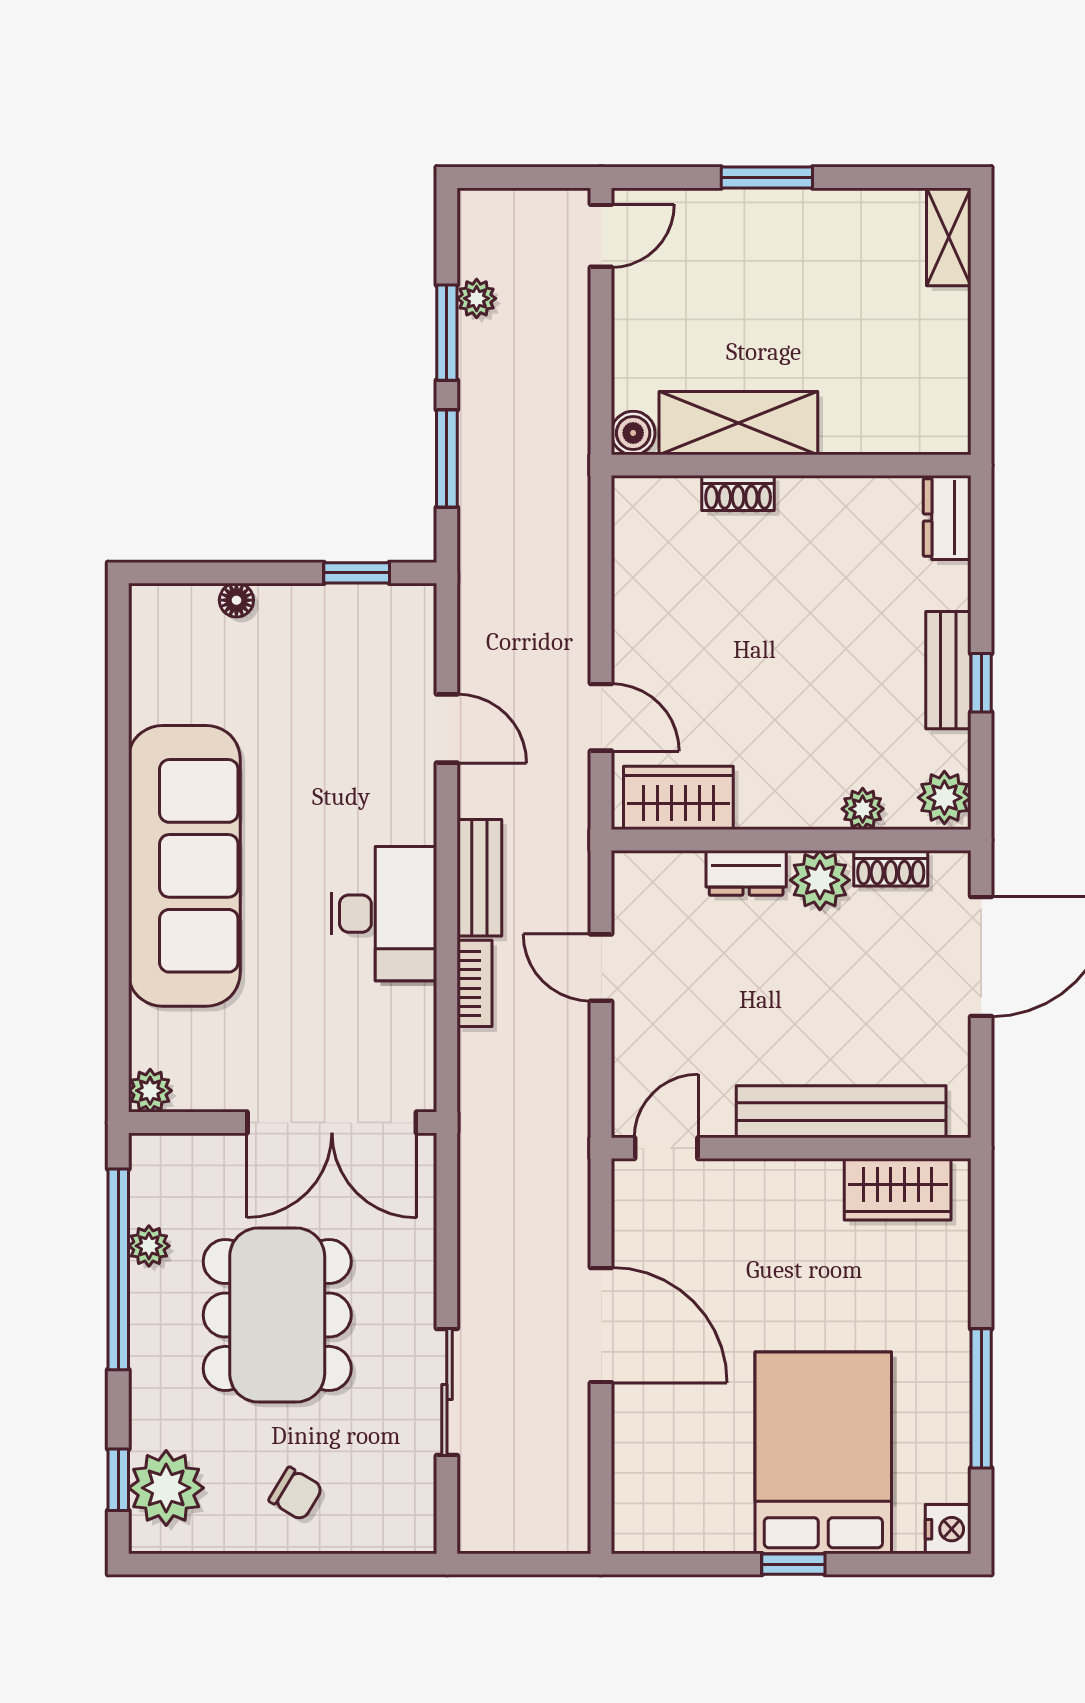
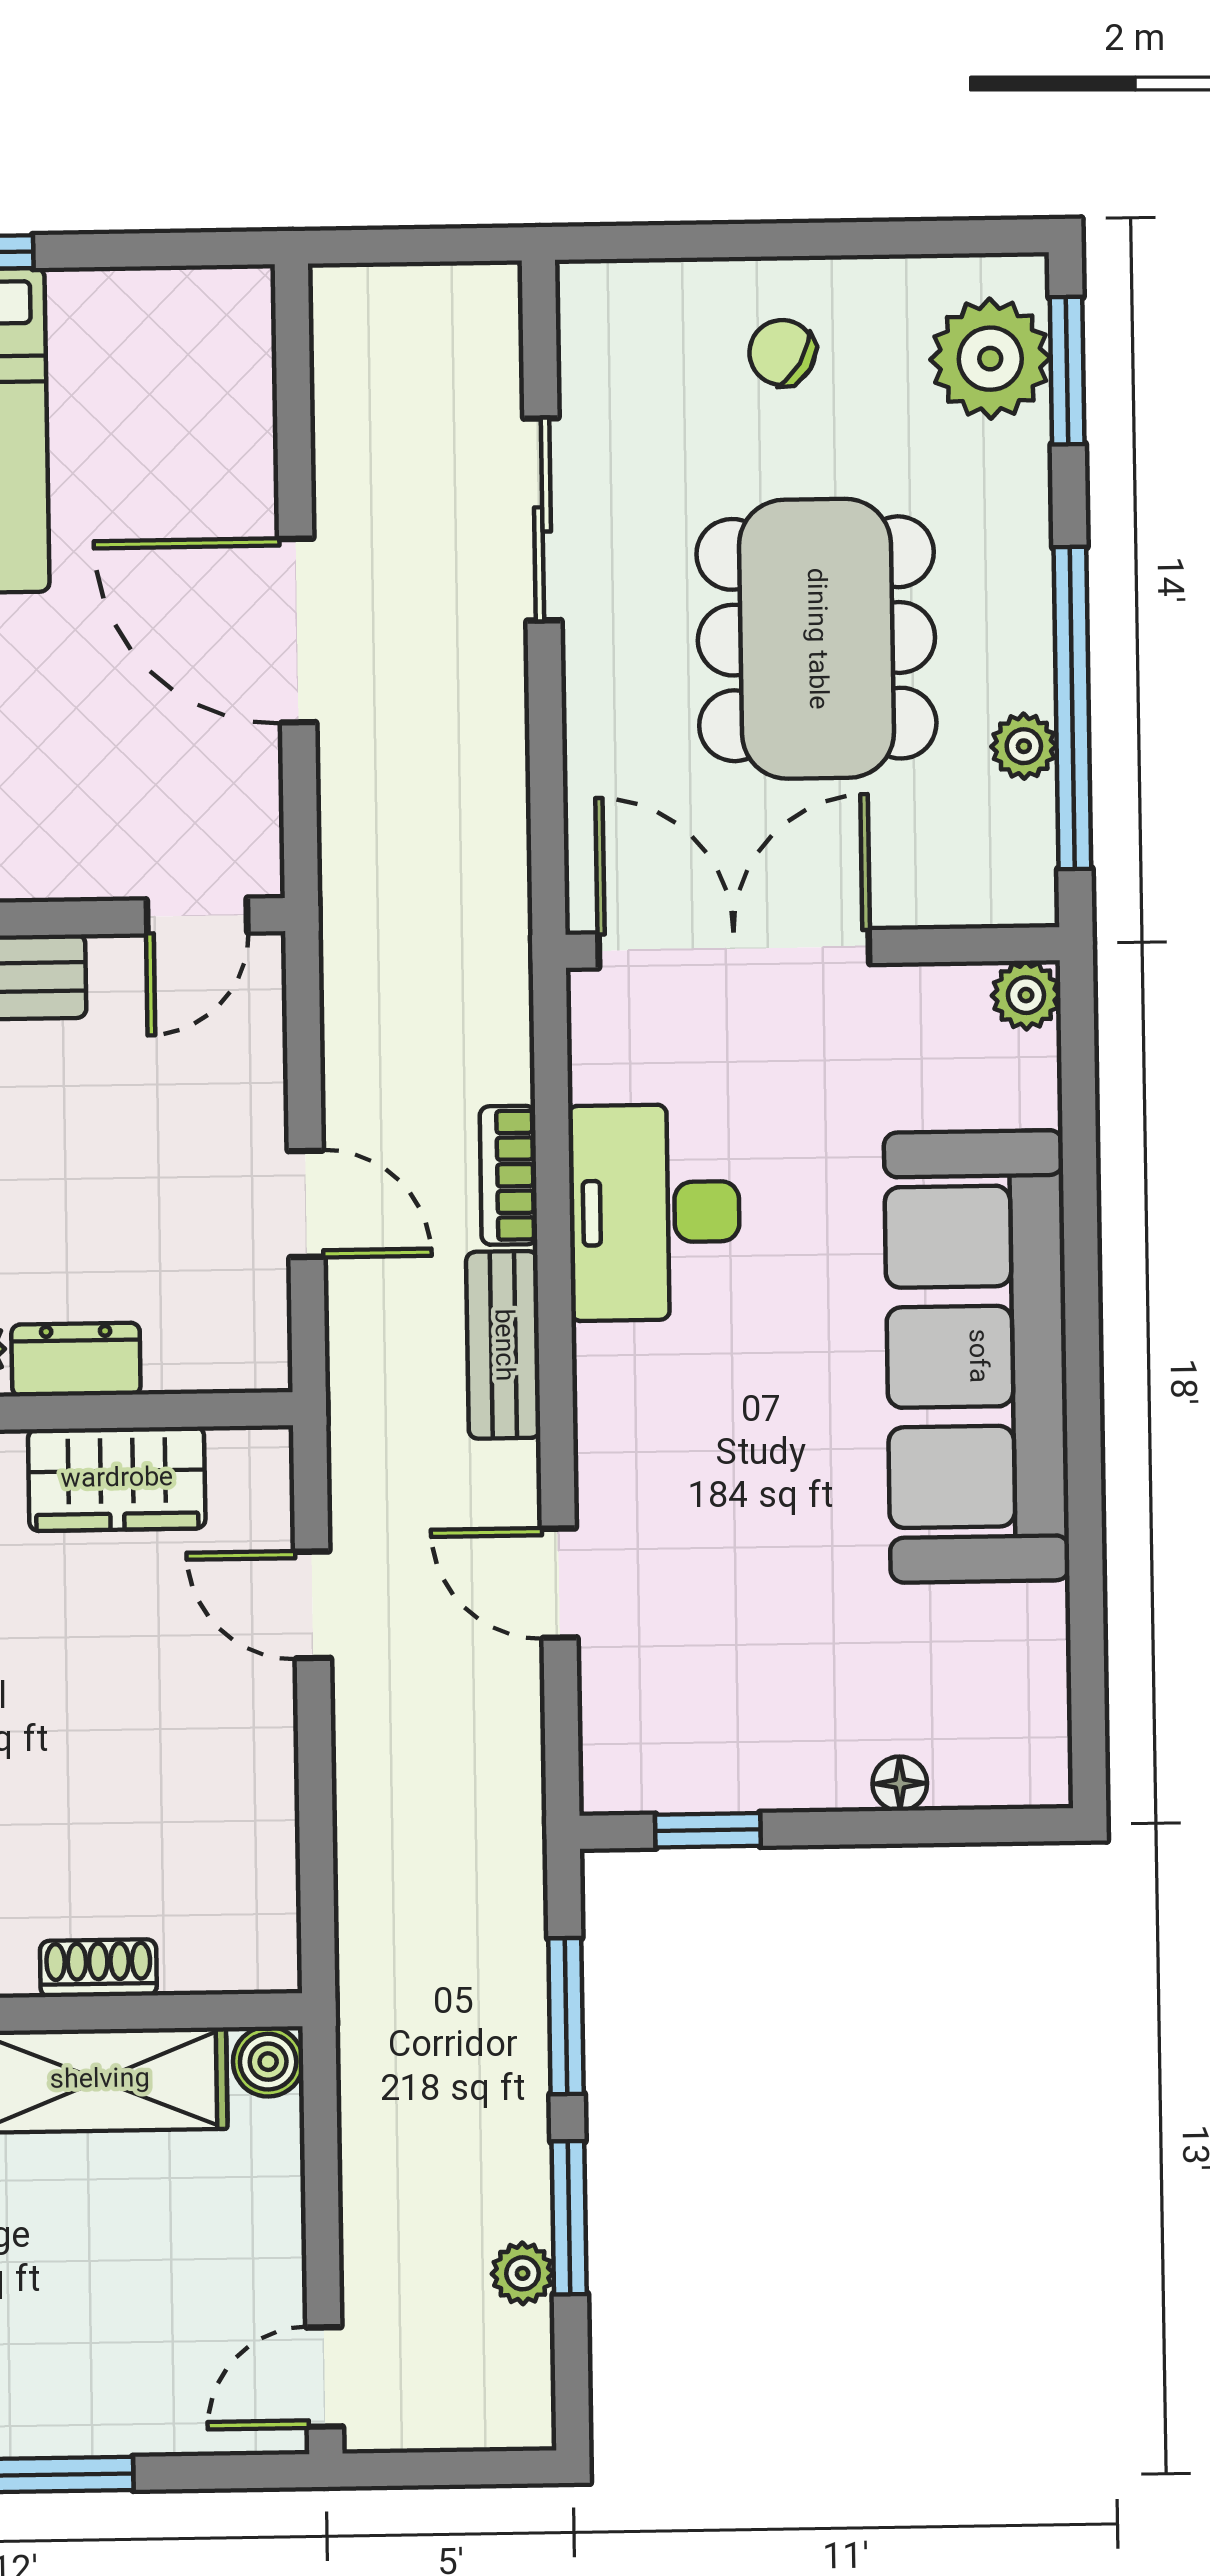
wardrobe: (678, 798) -> (117, 1479), moved
desk: (384, 914) -> (654, 1212), moved
window: (118, 1480) -> (1067, 371), width x1.50

